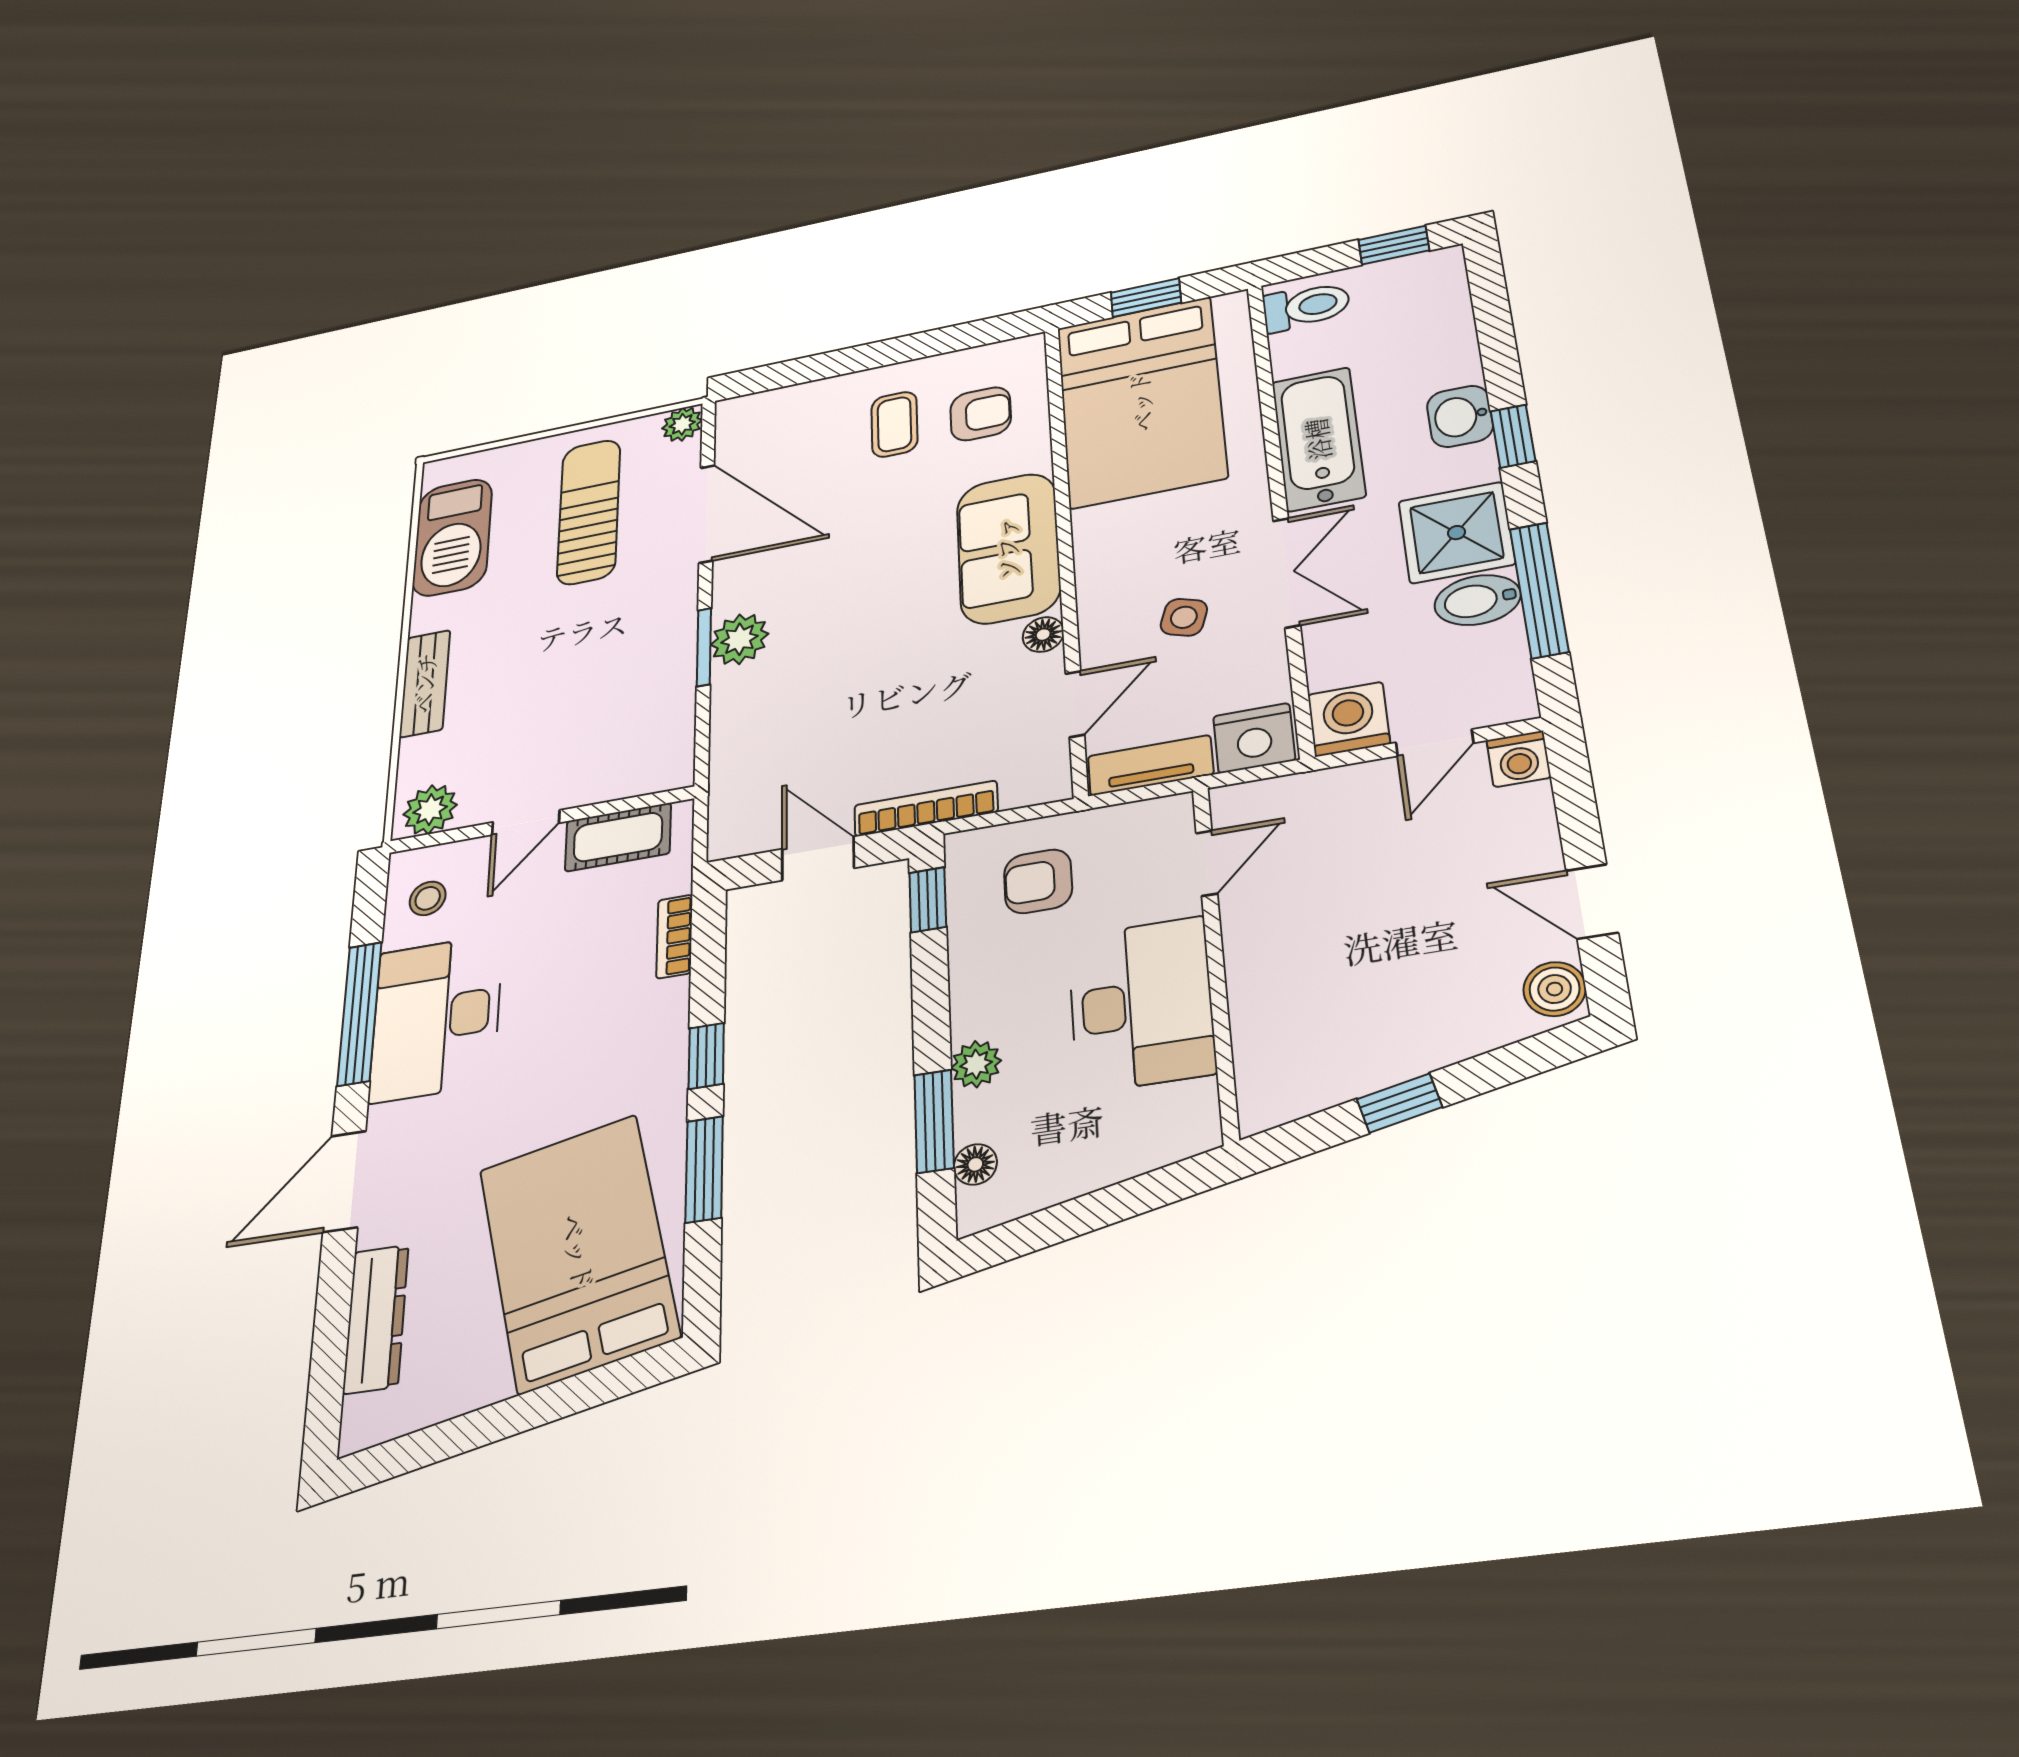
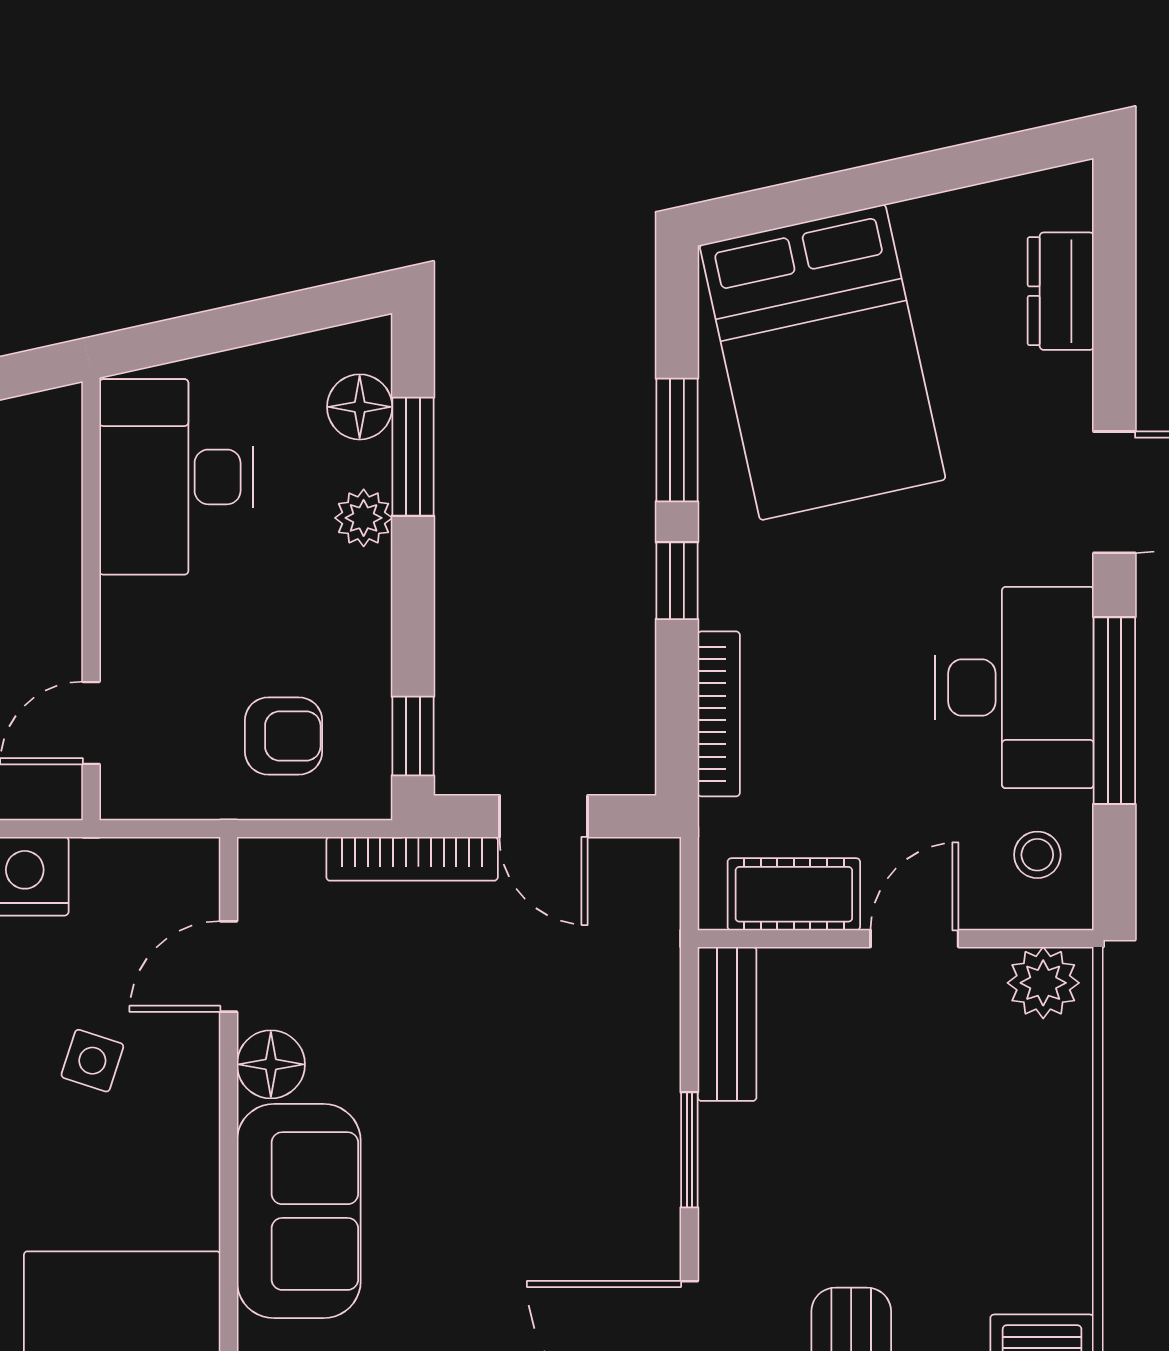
floor lamp: (1043, 635) -> (271, 1064), width x1.37, depth x1.37
plant: (739, 639) -> (643, 1152), removed
bench: (425, 683) -> (727, 1024), moved
tv unit: (1150, 765) -> (146, 864), removed
bookcase: (674, 937) -> (719, 714), width x1.56
desk: (1141, 1004) -> (176, 477), moved
floor lamp: (975, 1164) -> (360, 407), width x1.37, depth x1.37
dresser: (376, 1319) -> (1061, 291), width x0.70

